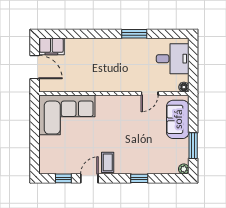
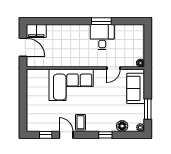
desk: (173, 59) -> (102, 37), moved, turned -90
corner sofa: (67, 115) -> (71, 85), moved
floor lamp: (161, 167) -> (122, 126), added
door: (89, 178) -> (66, 135), hinge flipped

